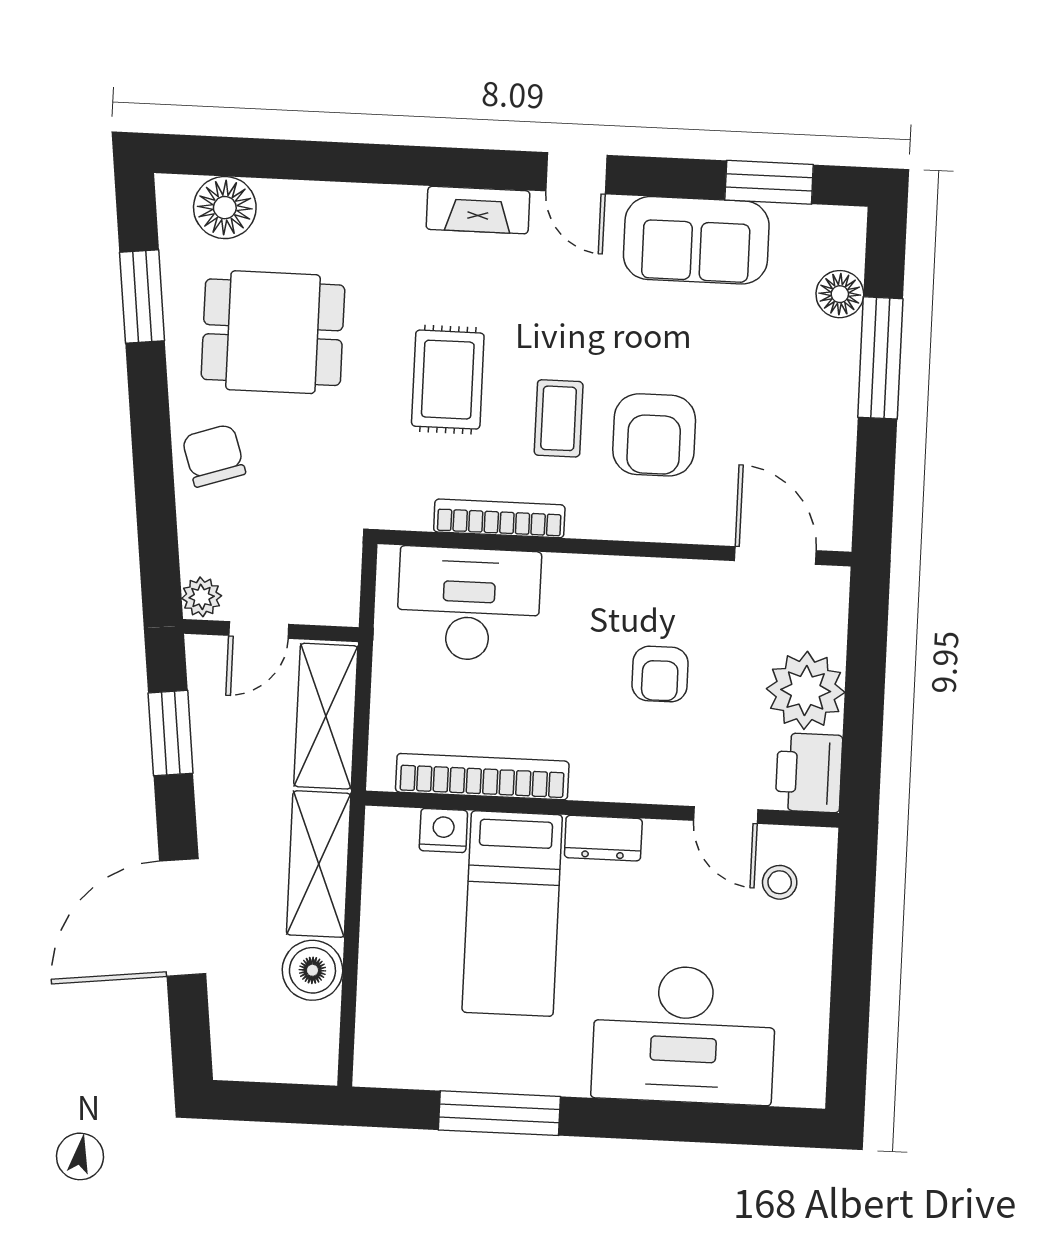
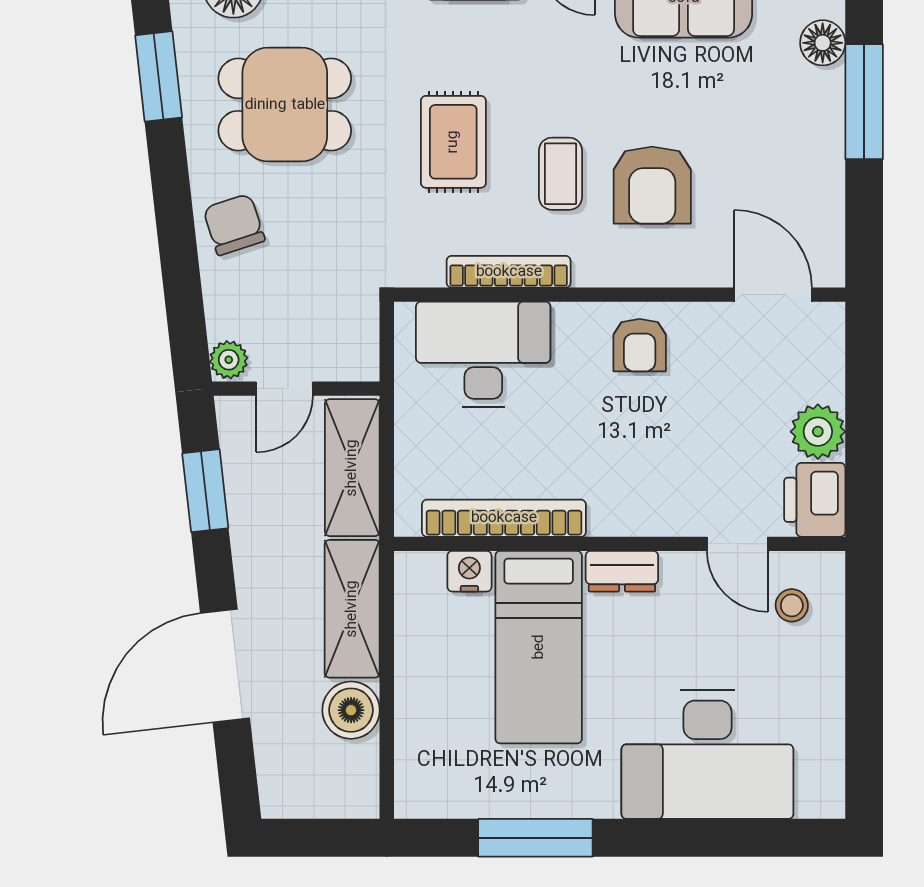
armchair: (660, 674) -> (640, 345), moved
plant: (806, 690) -> (818, 432), width x0.73, depth x0.73

